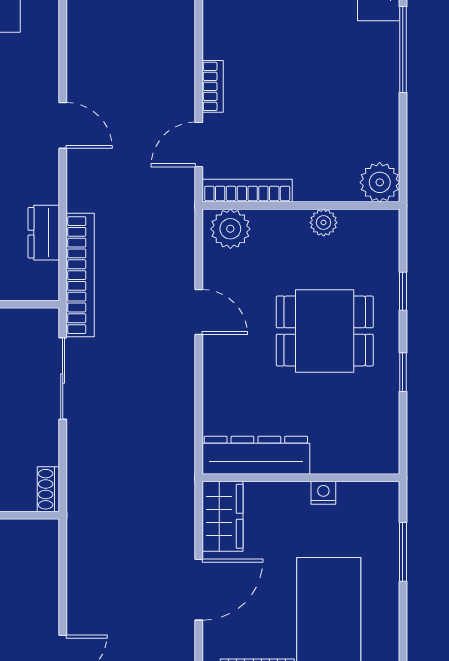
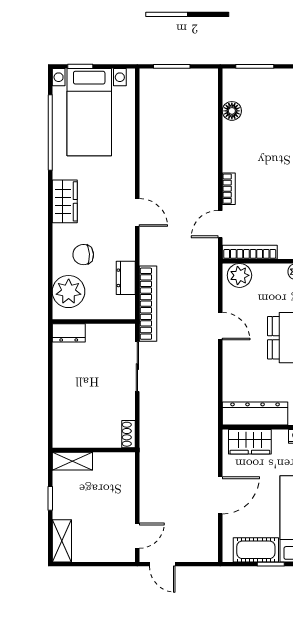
wardrobe: (223, 516) -> (250, 442), moved, turned 90

